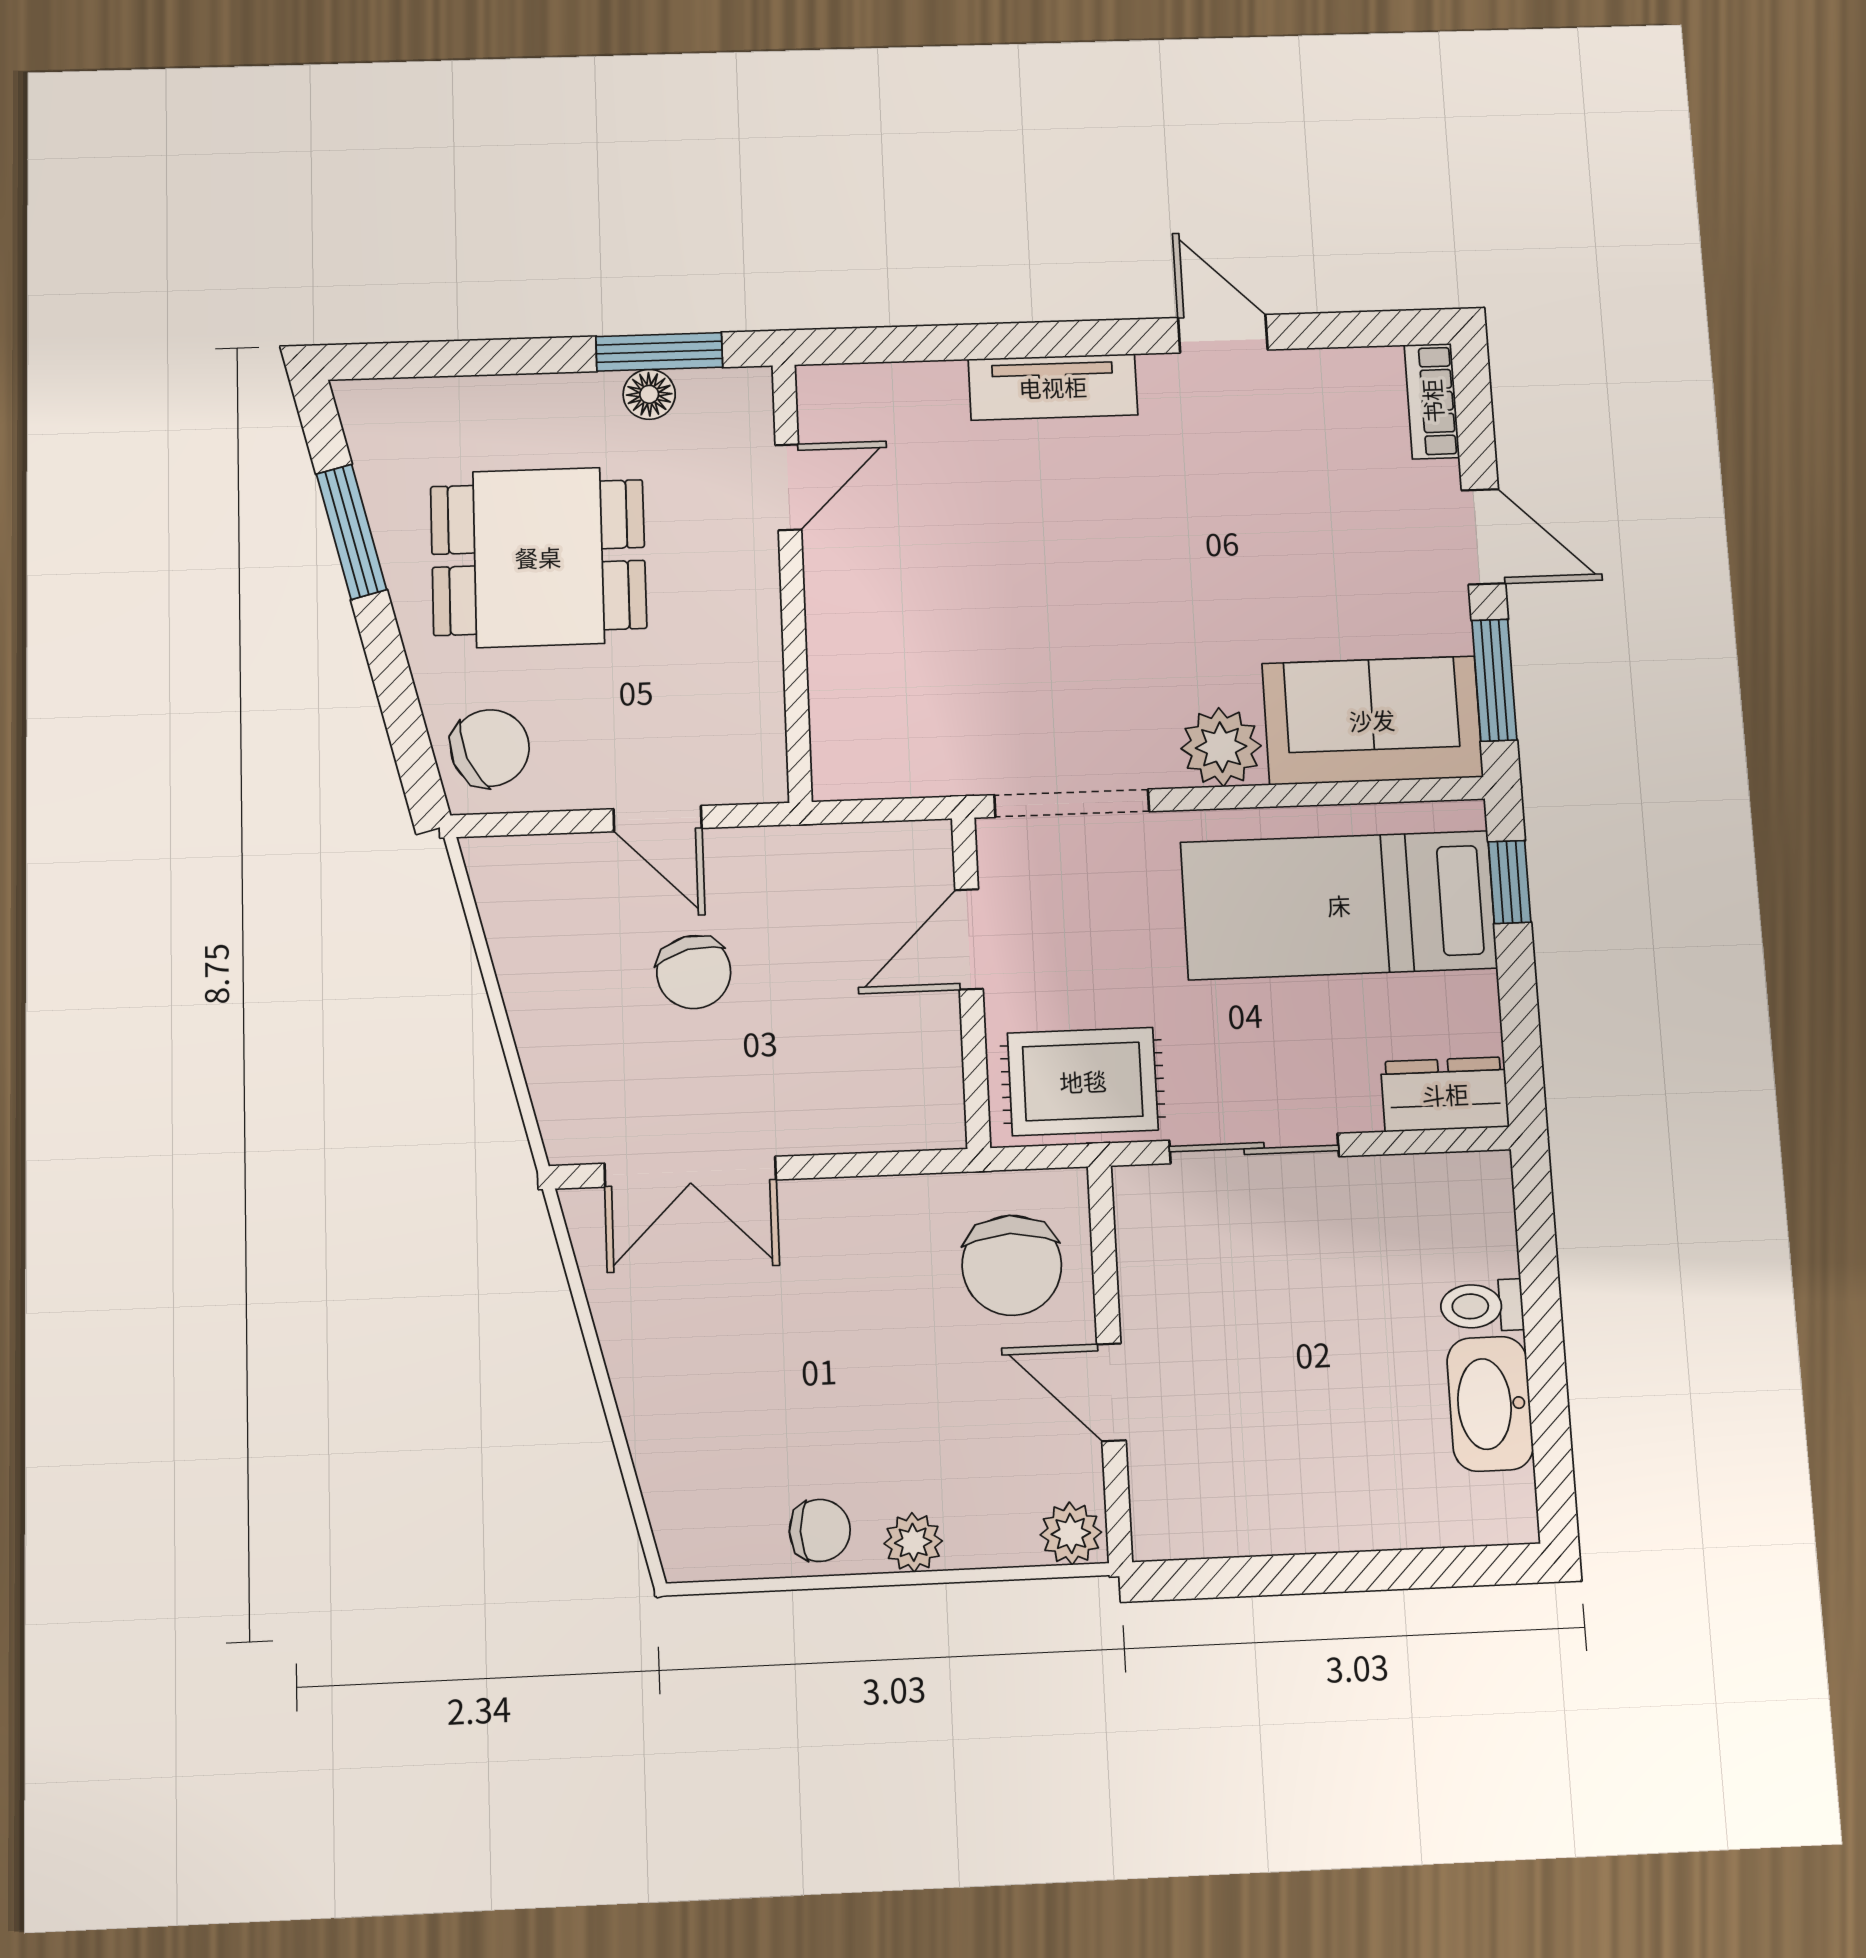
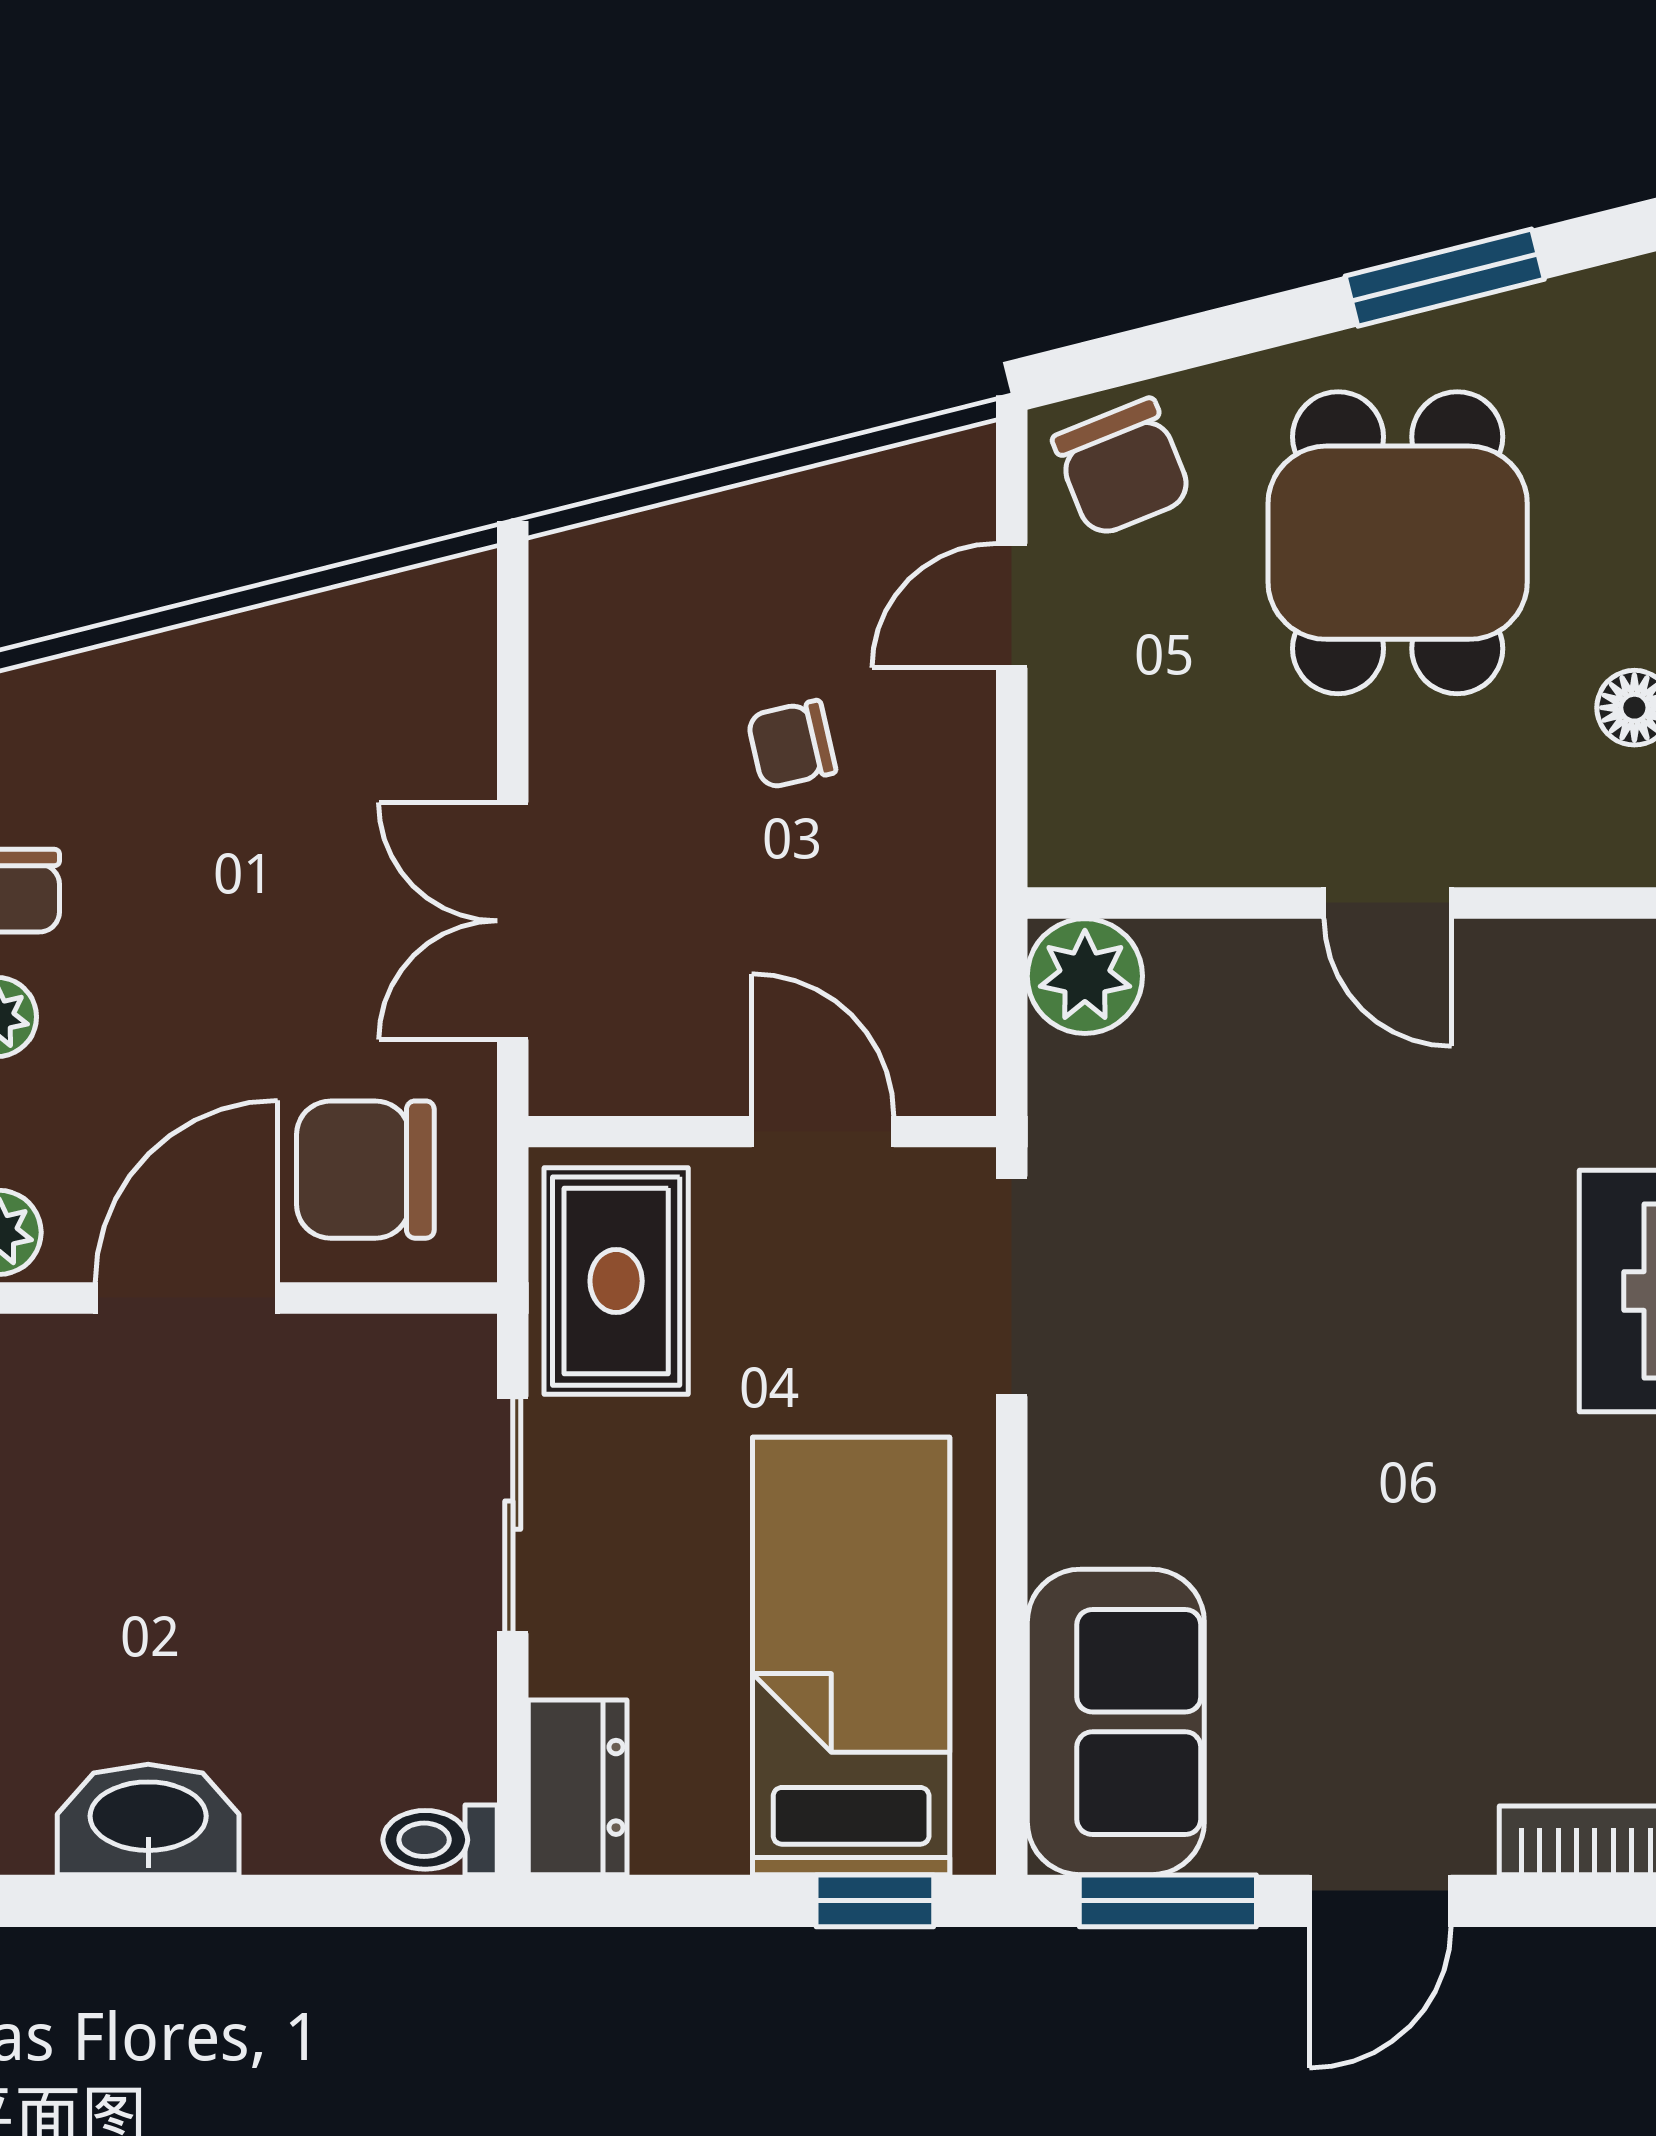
door: (788, 487) -> (1388, 903), moved
plant: (1221, 747) -> (1085, 976), moved
door: (658, 819) -> (1012, 606), moved
chair: (694, 972) -> (792, 744), width x0.73, depth x0.73
double door: (690, 1172) -> (513, 921), moved
toilet: (1482, 1306) -> (440, 1840), moved, turned -90
door: (1111, 1392) -> (186, 1298), width x1.38

